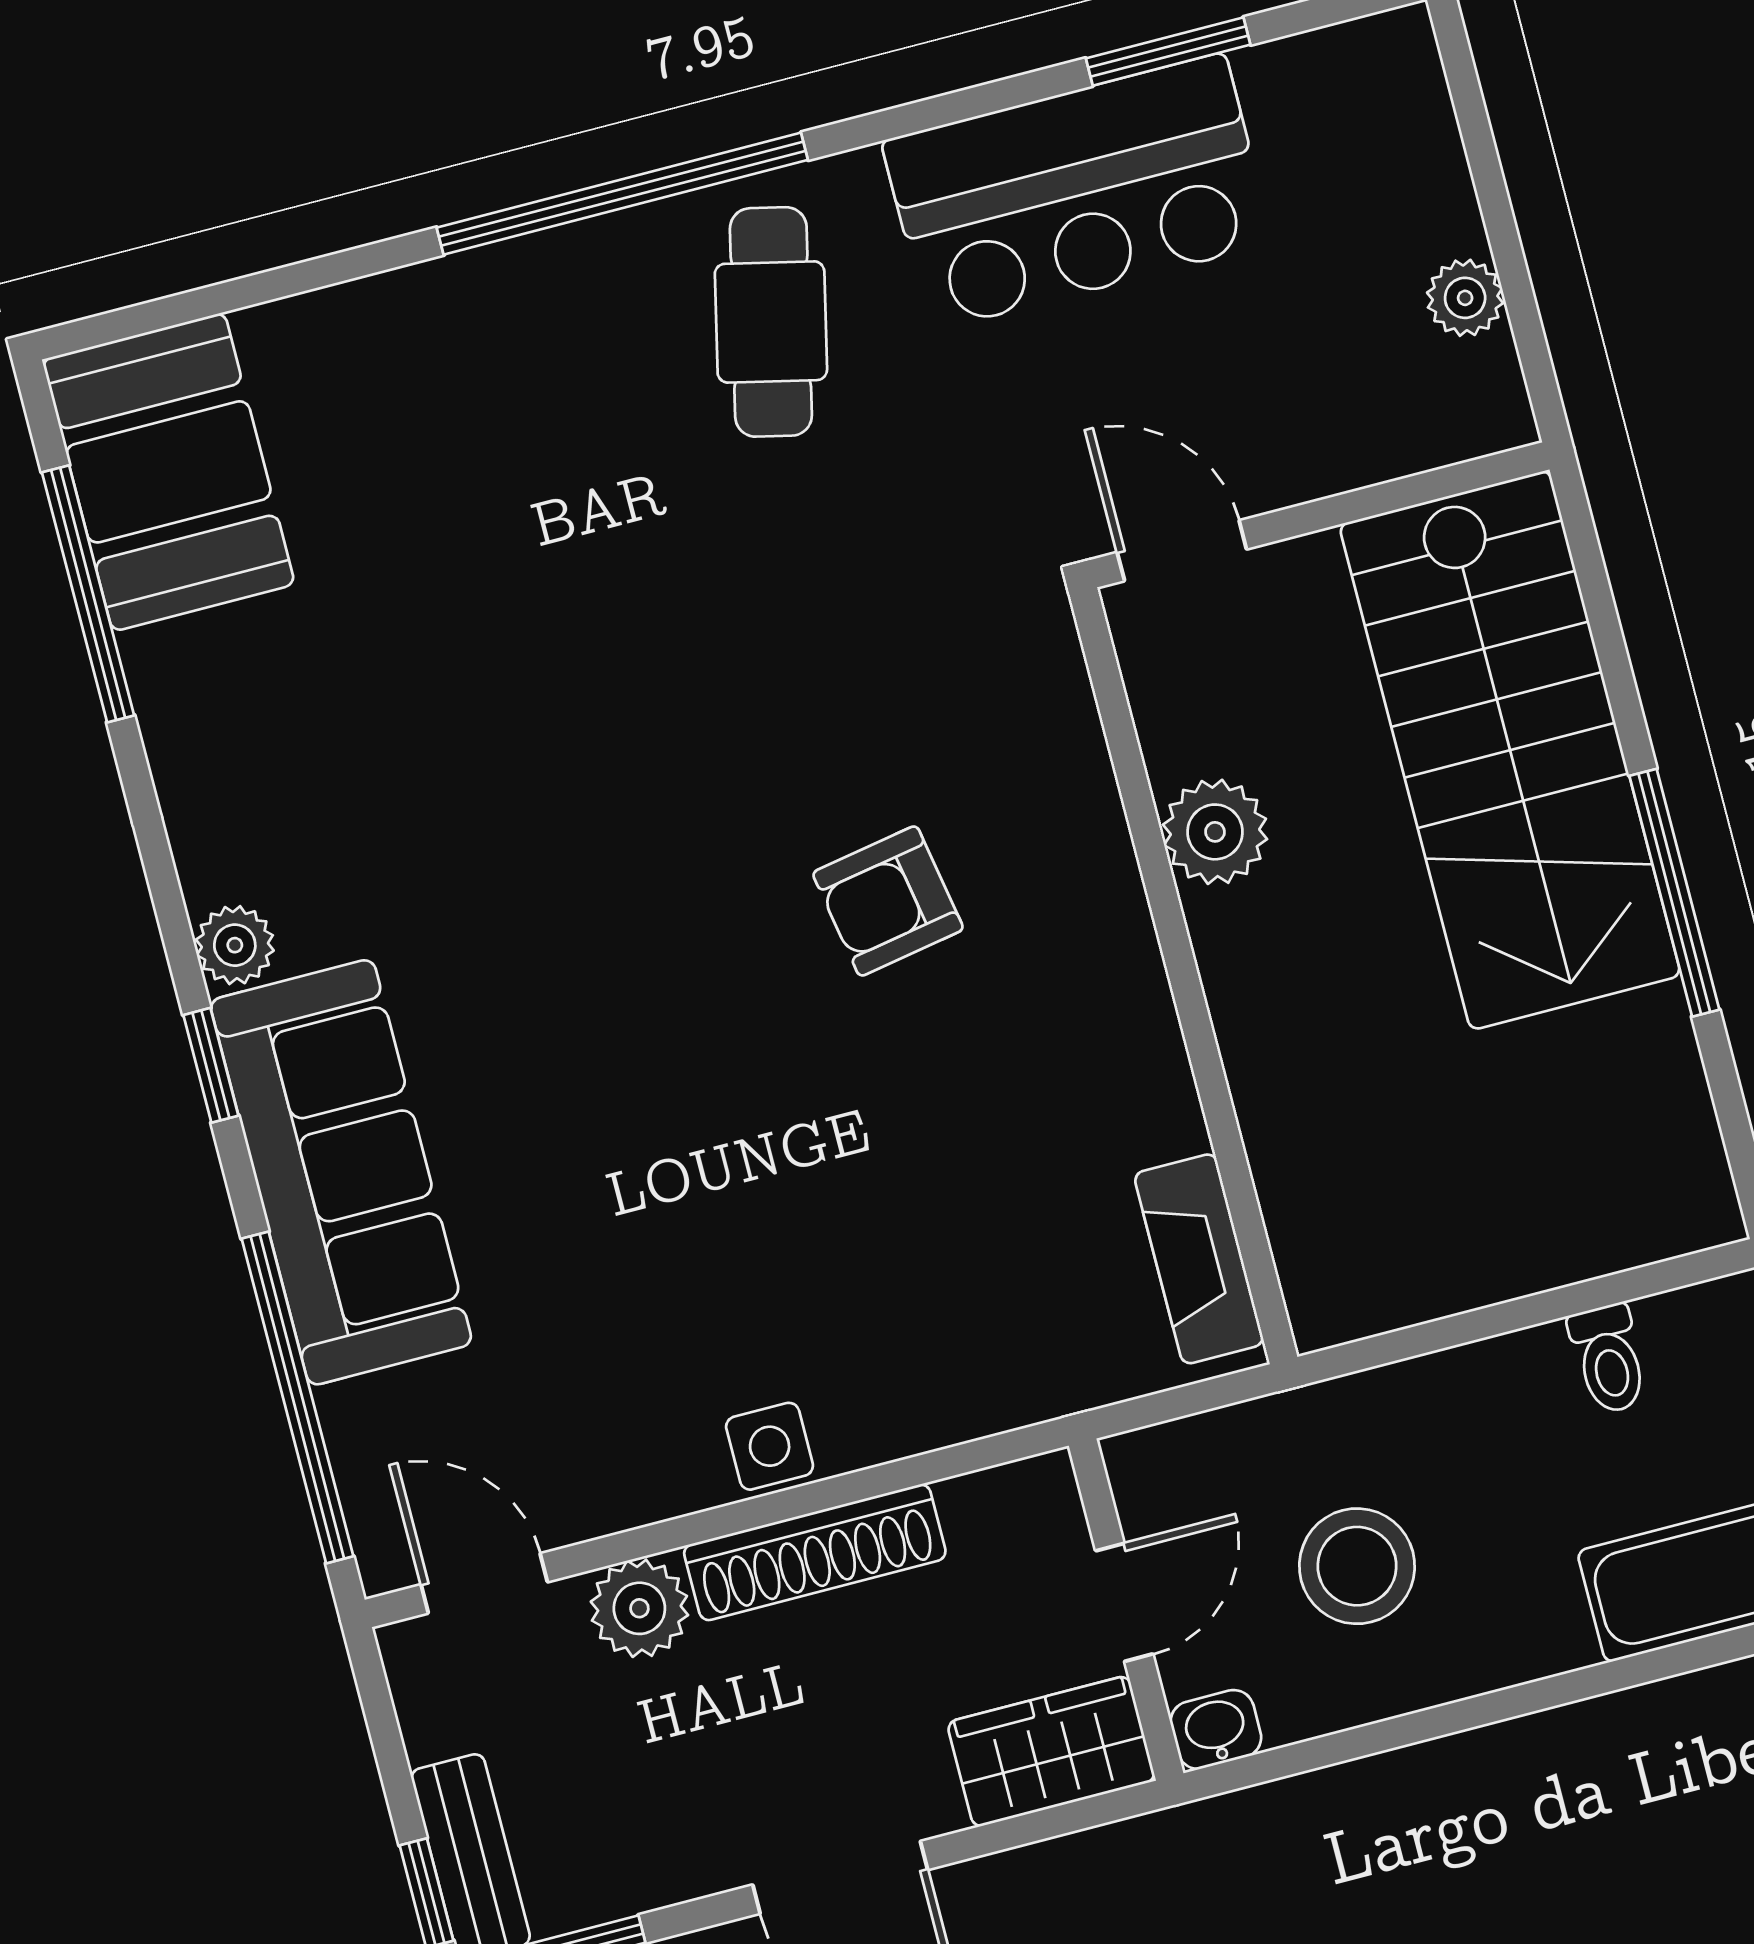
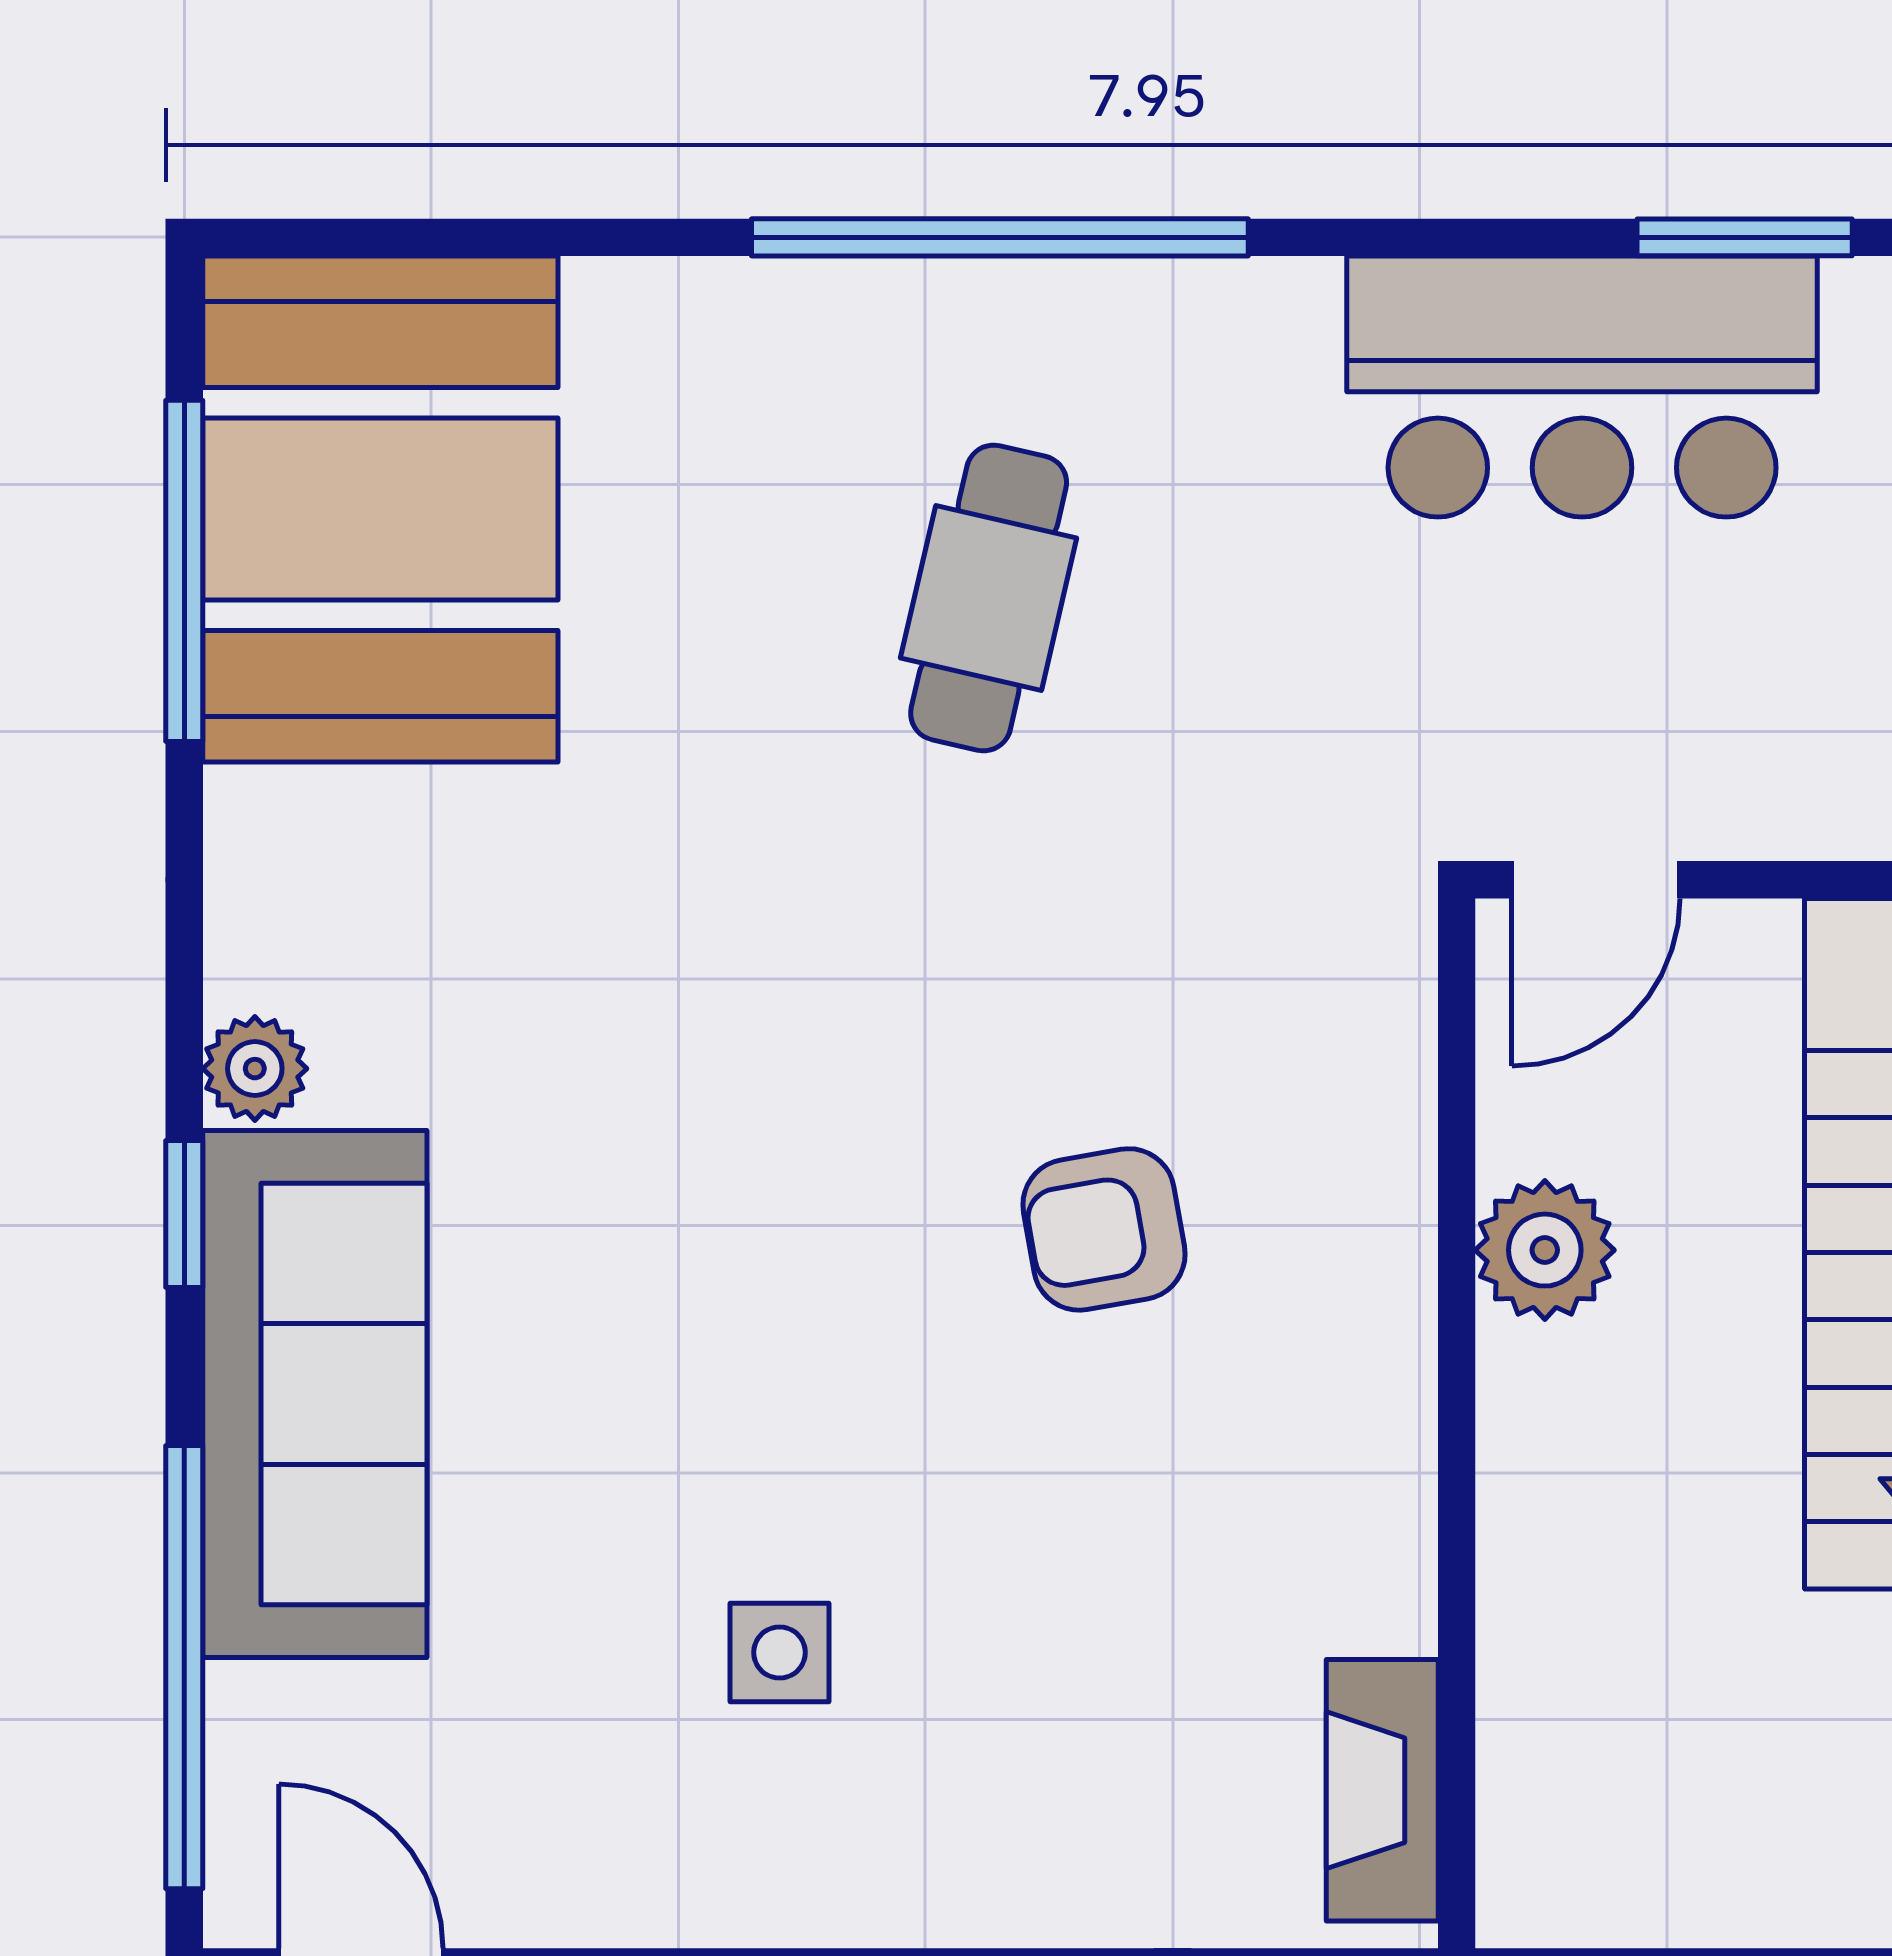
cafe table: (771, 322) -> (989, 598), moved
booth: (168, 472) -> (380, 509), width x1.36, depth x1.42
door: (1182, 551) -> (1596, 880), swing flipped
side table: (770, 1446) -> (780, 1652), moved

